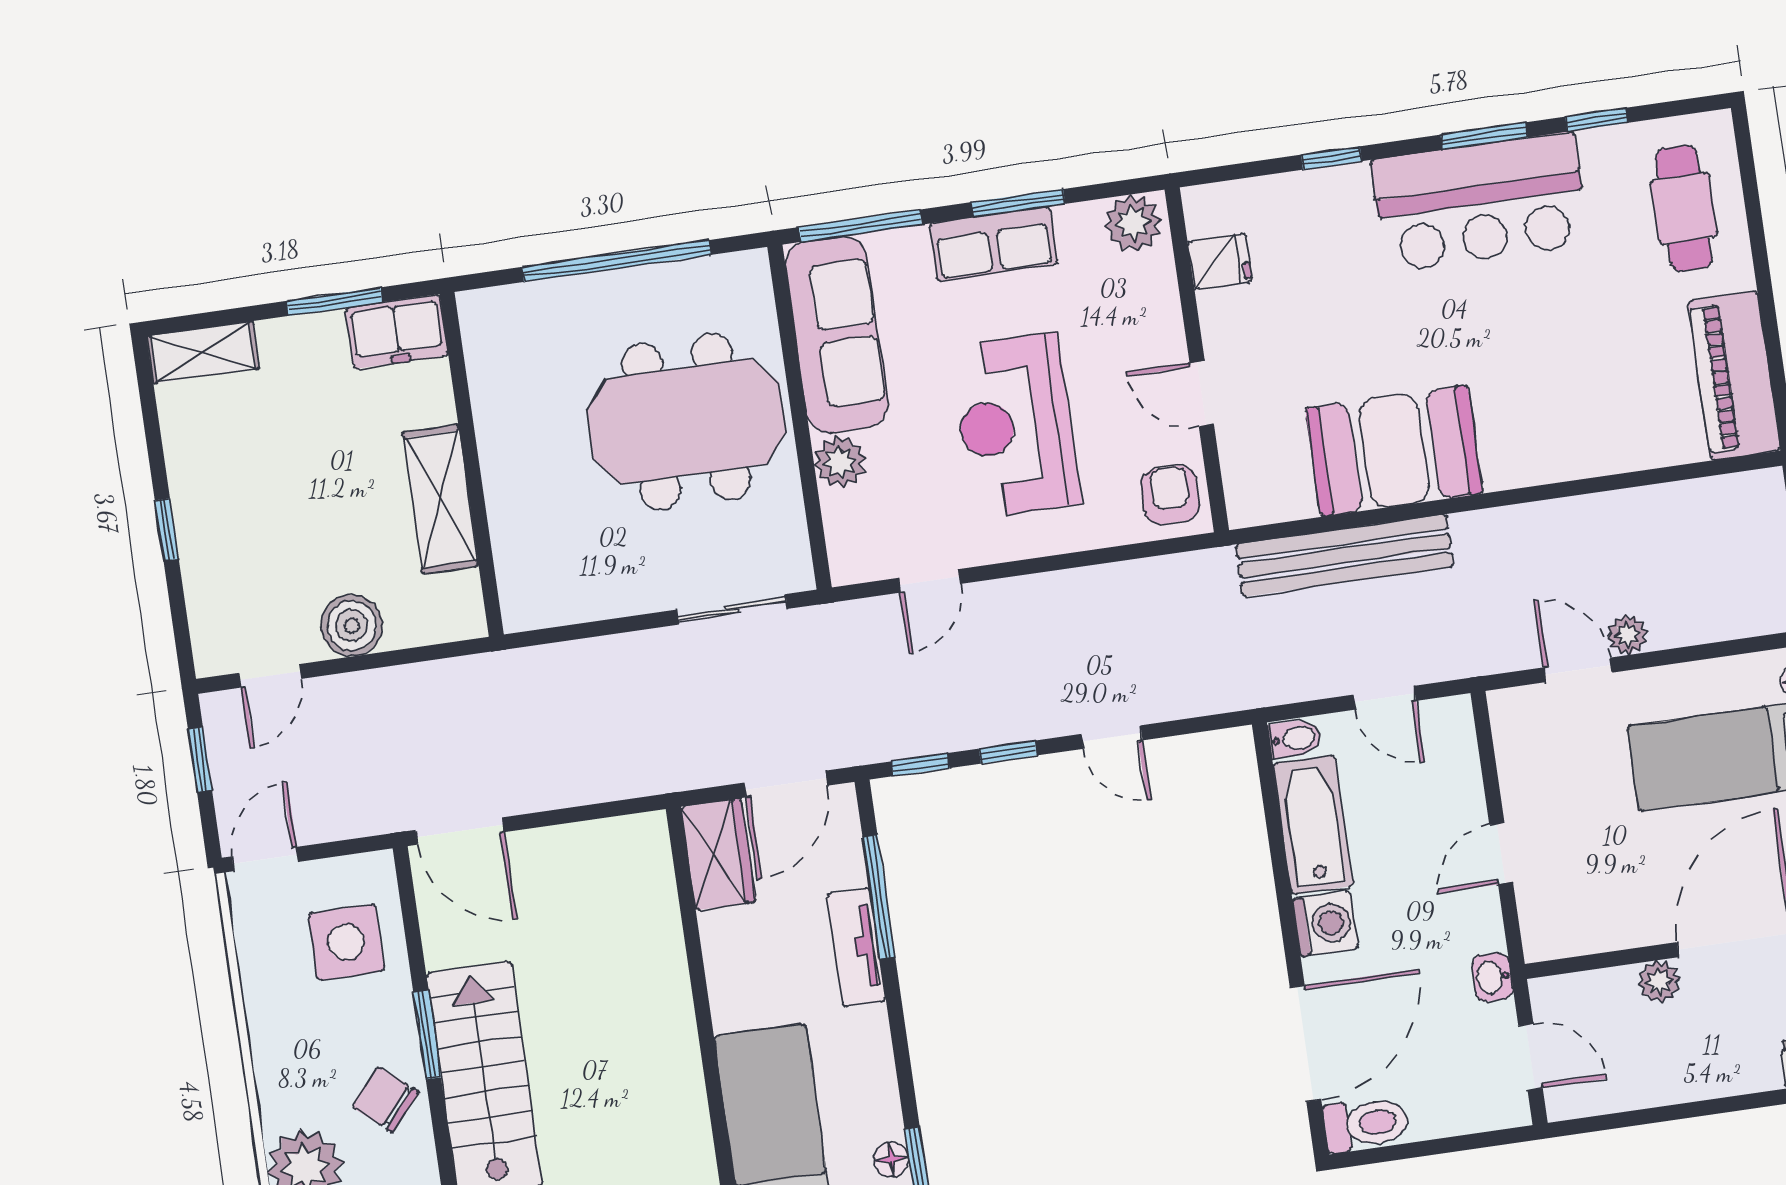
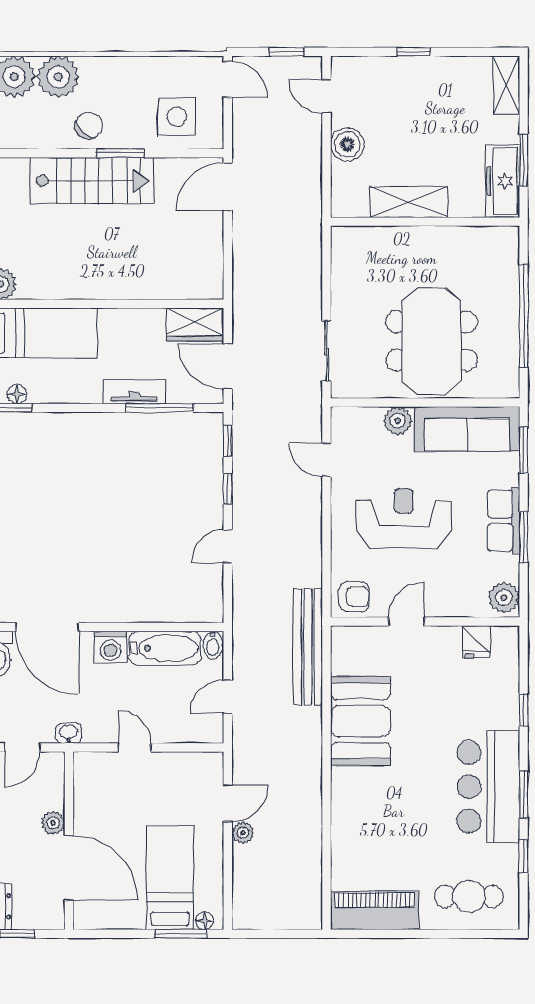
window: (860, 226) -> (524, 450), width x0.69
freezer: (397, 332) -> (503, 181), width x1.40
bench: (1345, 556) -> (308, 647), moved

